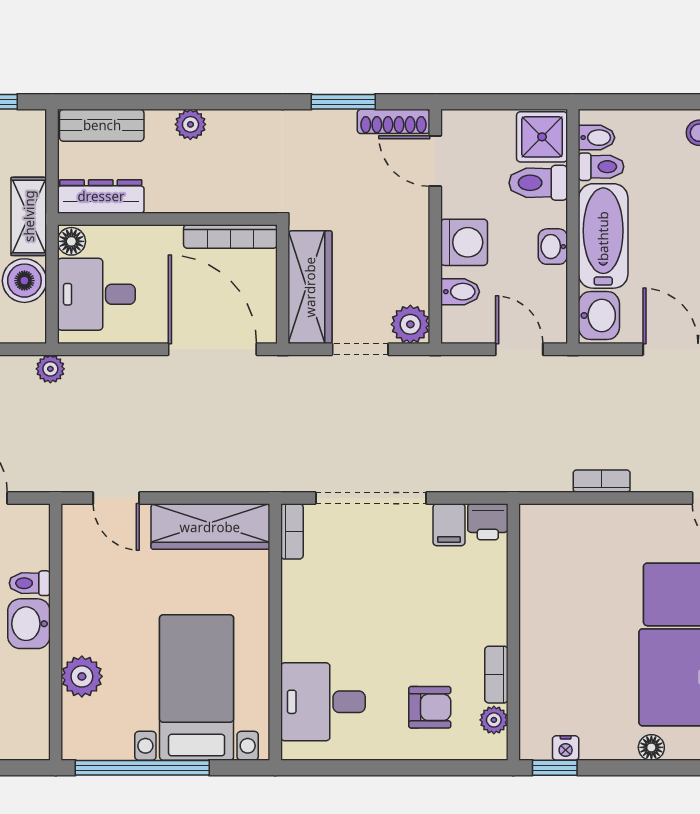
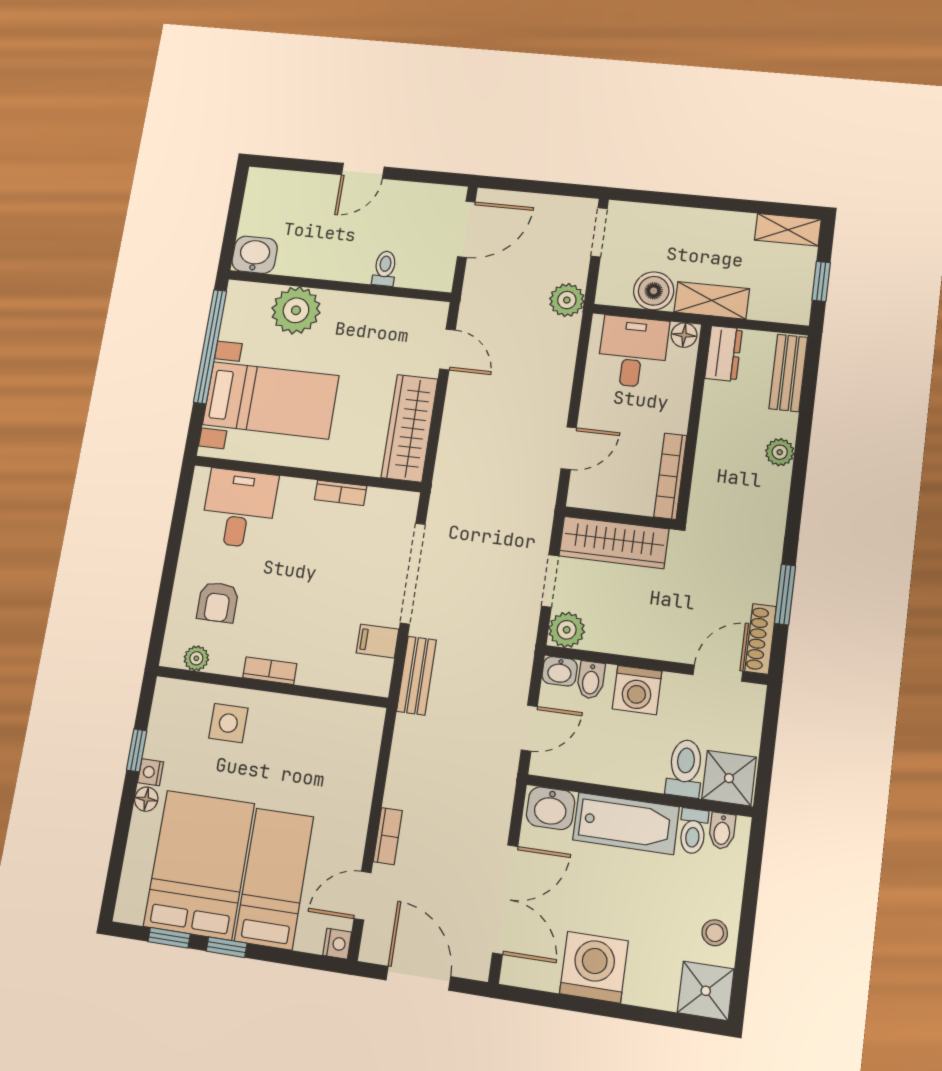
dresser: (101, 196) -> (724, 354), width x0.70
washbasin: (553, 247) -> (560, 671), moved, turned 180
door: (212, 349) -> (569, 448), width x0.53
plant: (50, 369) -> (567, 300), width x1.38, depth x1.38
bench: (480, 477) -> (416, 676), added
bookcase: (602, 481) -> (388, 836), moved
door: (116, 498) -> (448, 350), swing flipped
printer: (488, 522) -> (375, 677), removed
bookcase: (292, 531) -> (341, 493), moved
washbasin: (29, 624) -> (255, 255), moved
side table: (558, 672) -> (228, 723), added
bookcase: (496, 675) -> (270, 671), moved
plant: (82, 676) -> (296, 310), width x1.36, depth x1.36
nightstand: (566, 748) -> (151, 772), moved
window: (555, 768) -> (137, 750), moved

